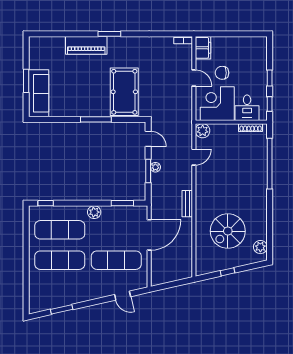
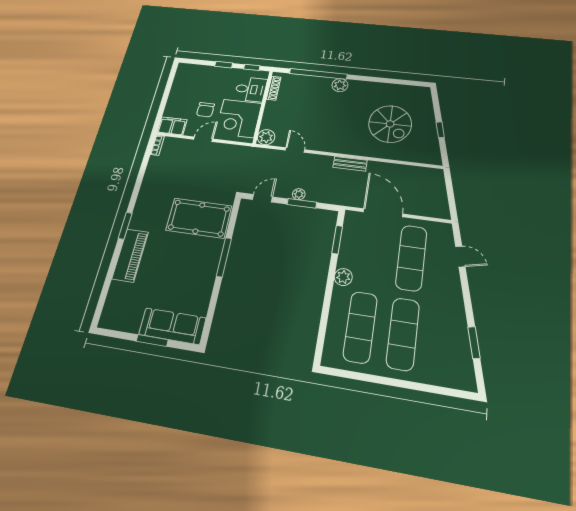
window: (46, 203) -> (321, 341), removed
plant: (260, 247) -> (340, 85), moved
door: (123, 296) -> (460, 257), hinge flipped

